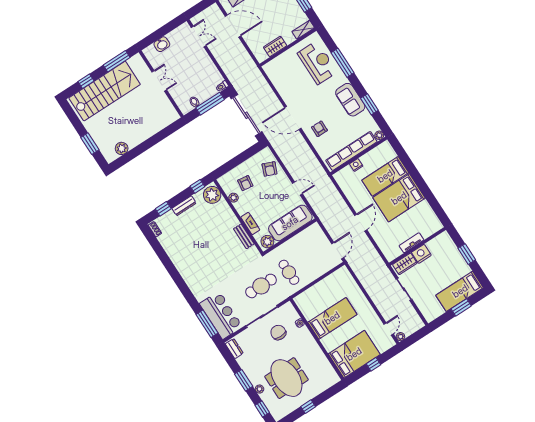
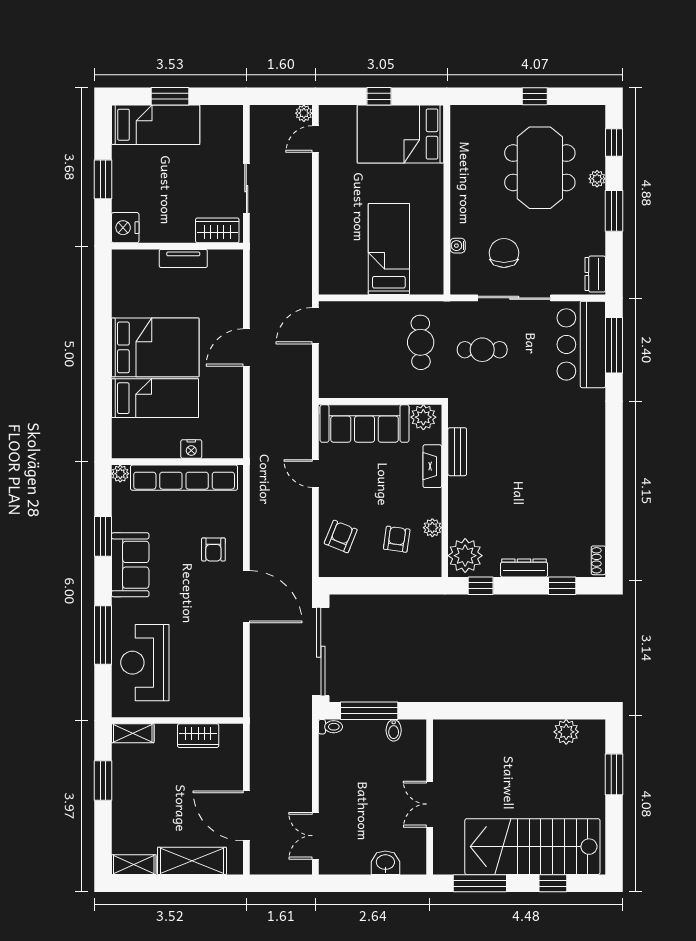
nightstand: (421, 254) -> (125, 228), moved, turned 90
cafe table: (261, 286) -> (482, 350), width x0.73, depth x0.74
bed: (332, 318) -> (389, 249), moved, turned 90
chair: (278, 333) -> (504, 253), turned 180

